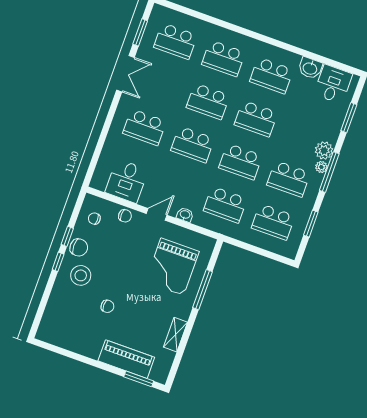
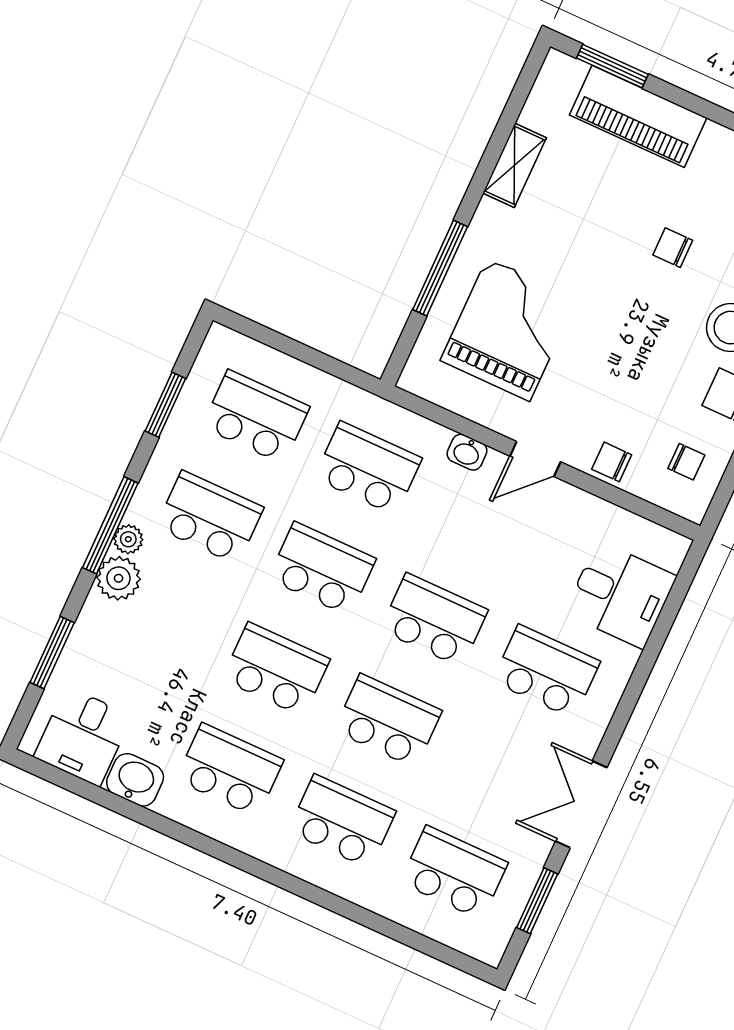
desk: (127, 181) -> (620, 595), moved, turned 90

